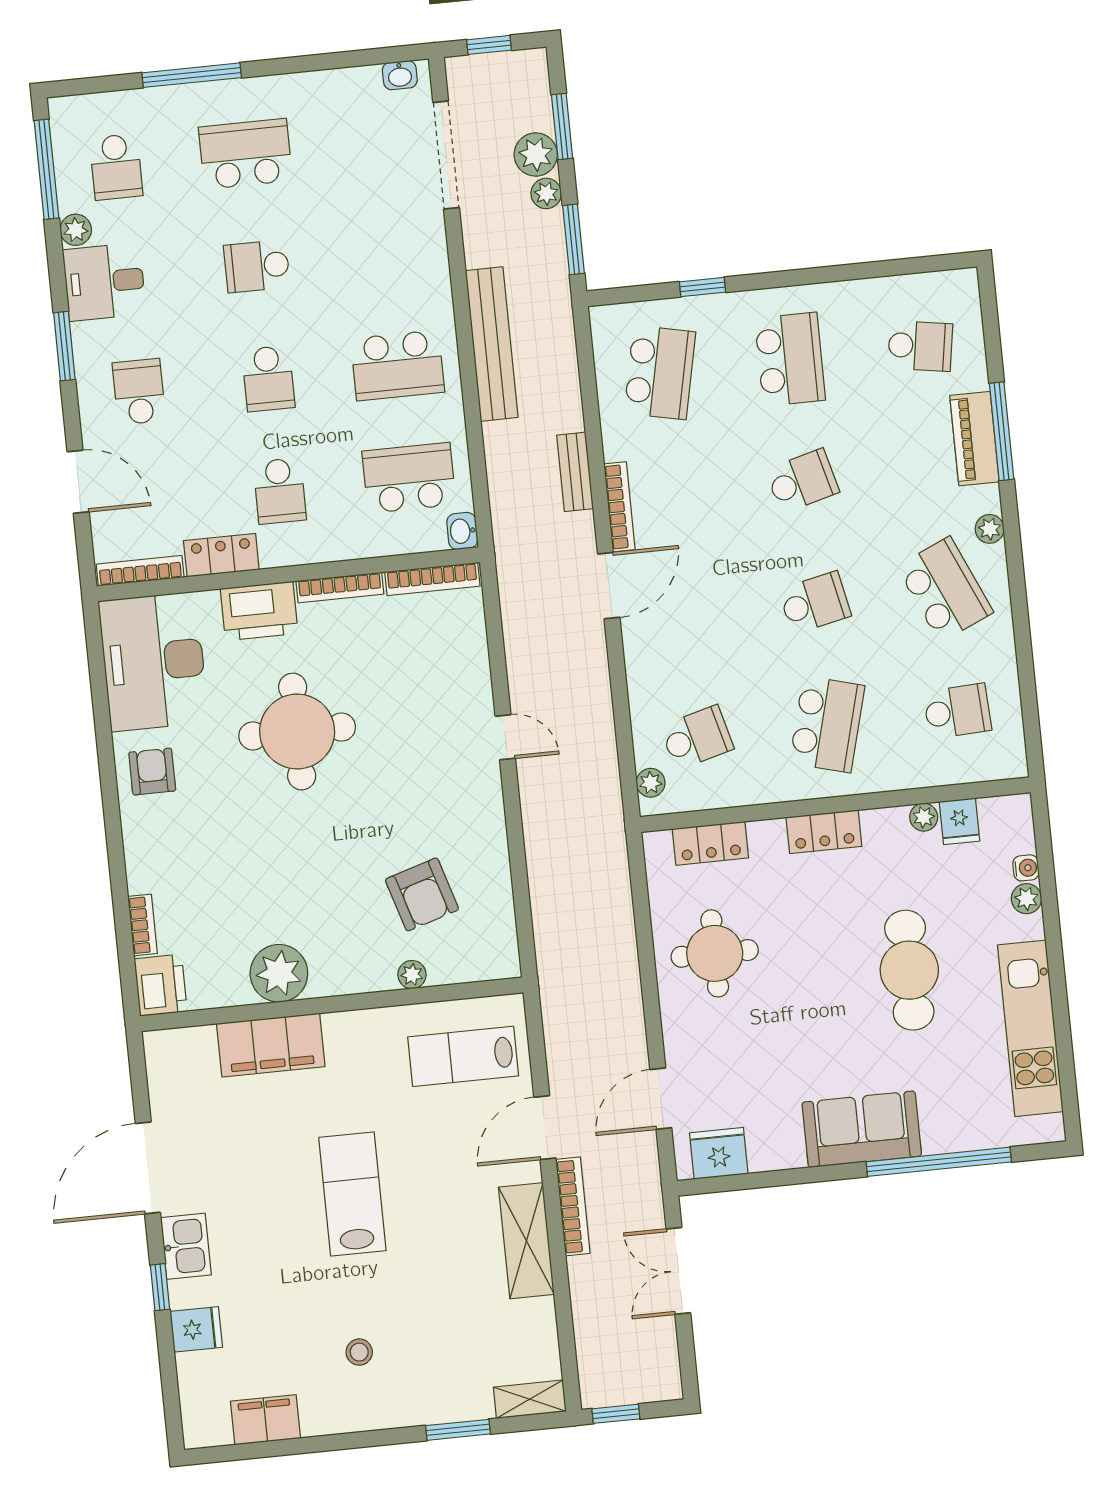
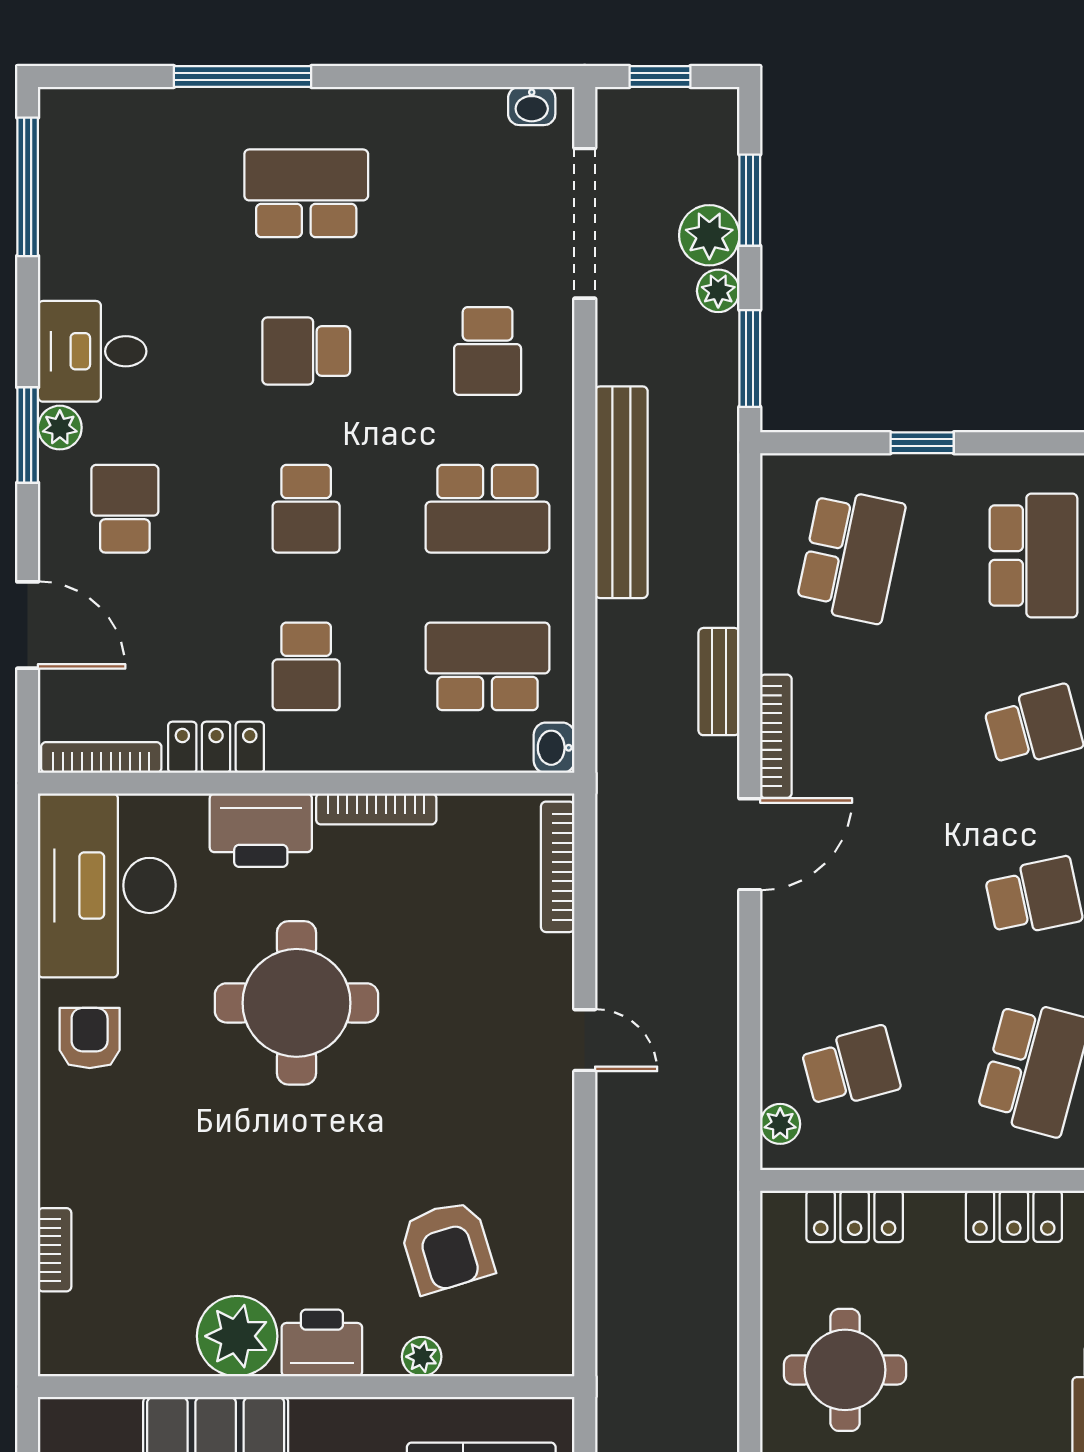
school desk: (116, 167) -> (488, 351), moved
plant: (76, 230) -> (60, 428), moved
bookcase: (432, 579) -> (558, 867), moved, turned 90
printer: (161, 985) -> (322, 1343), moved, turned -90

